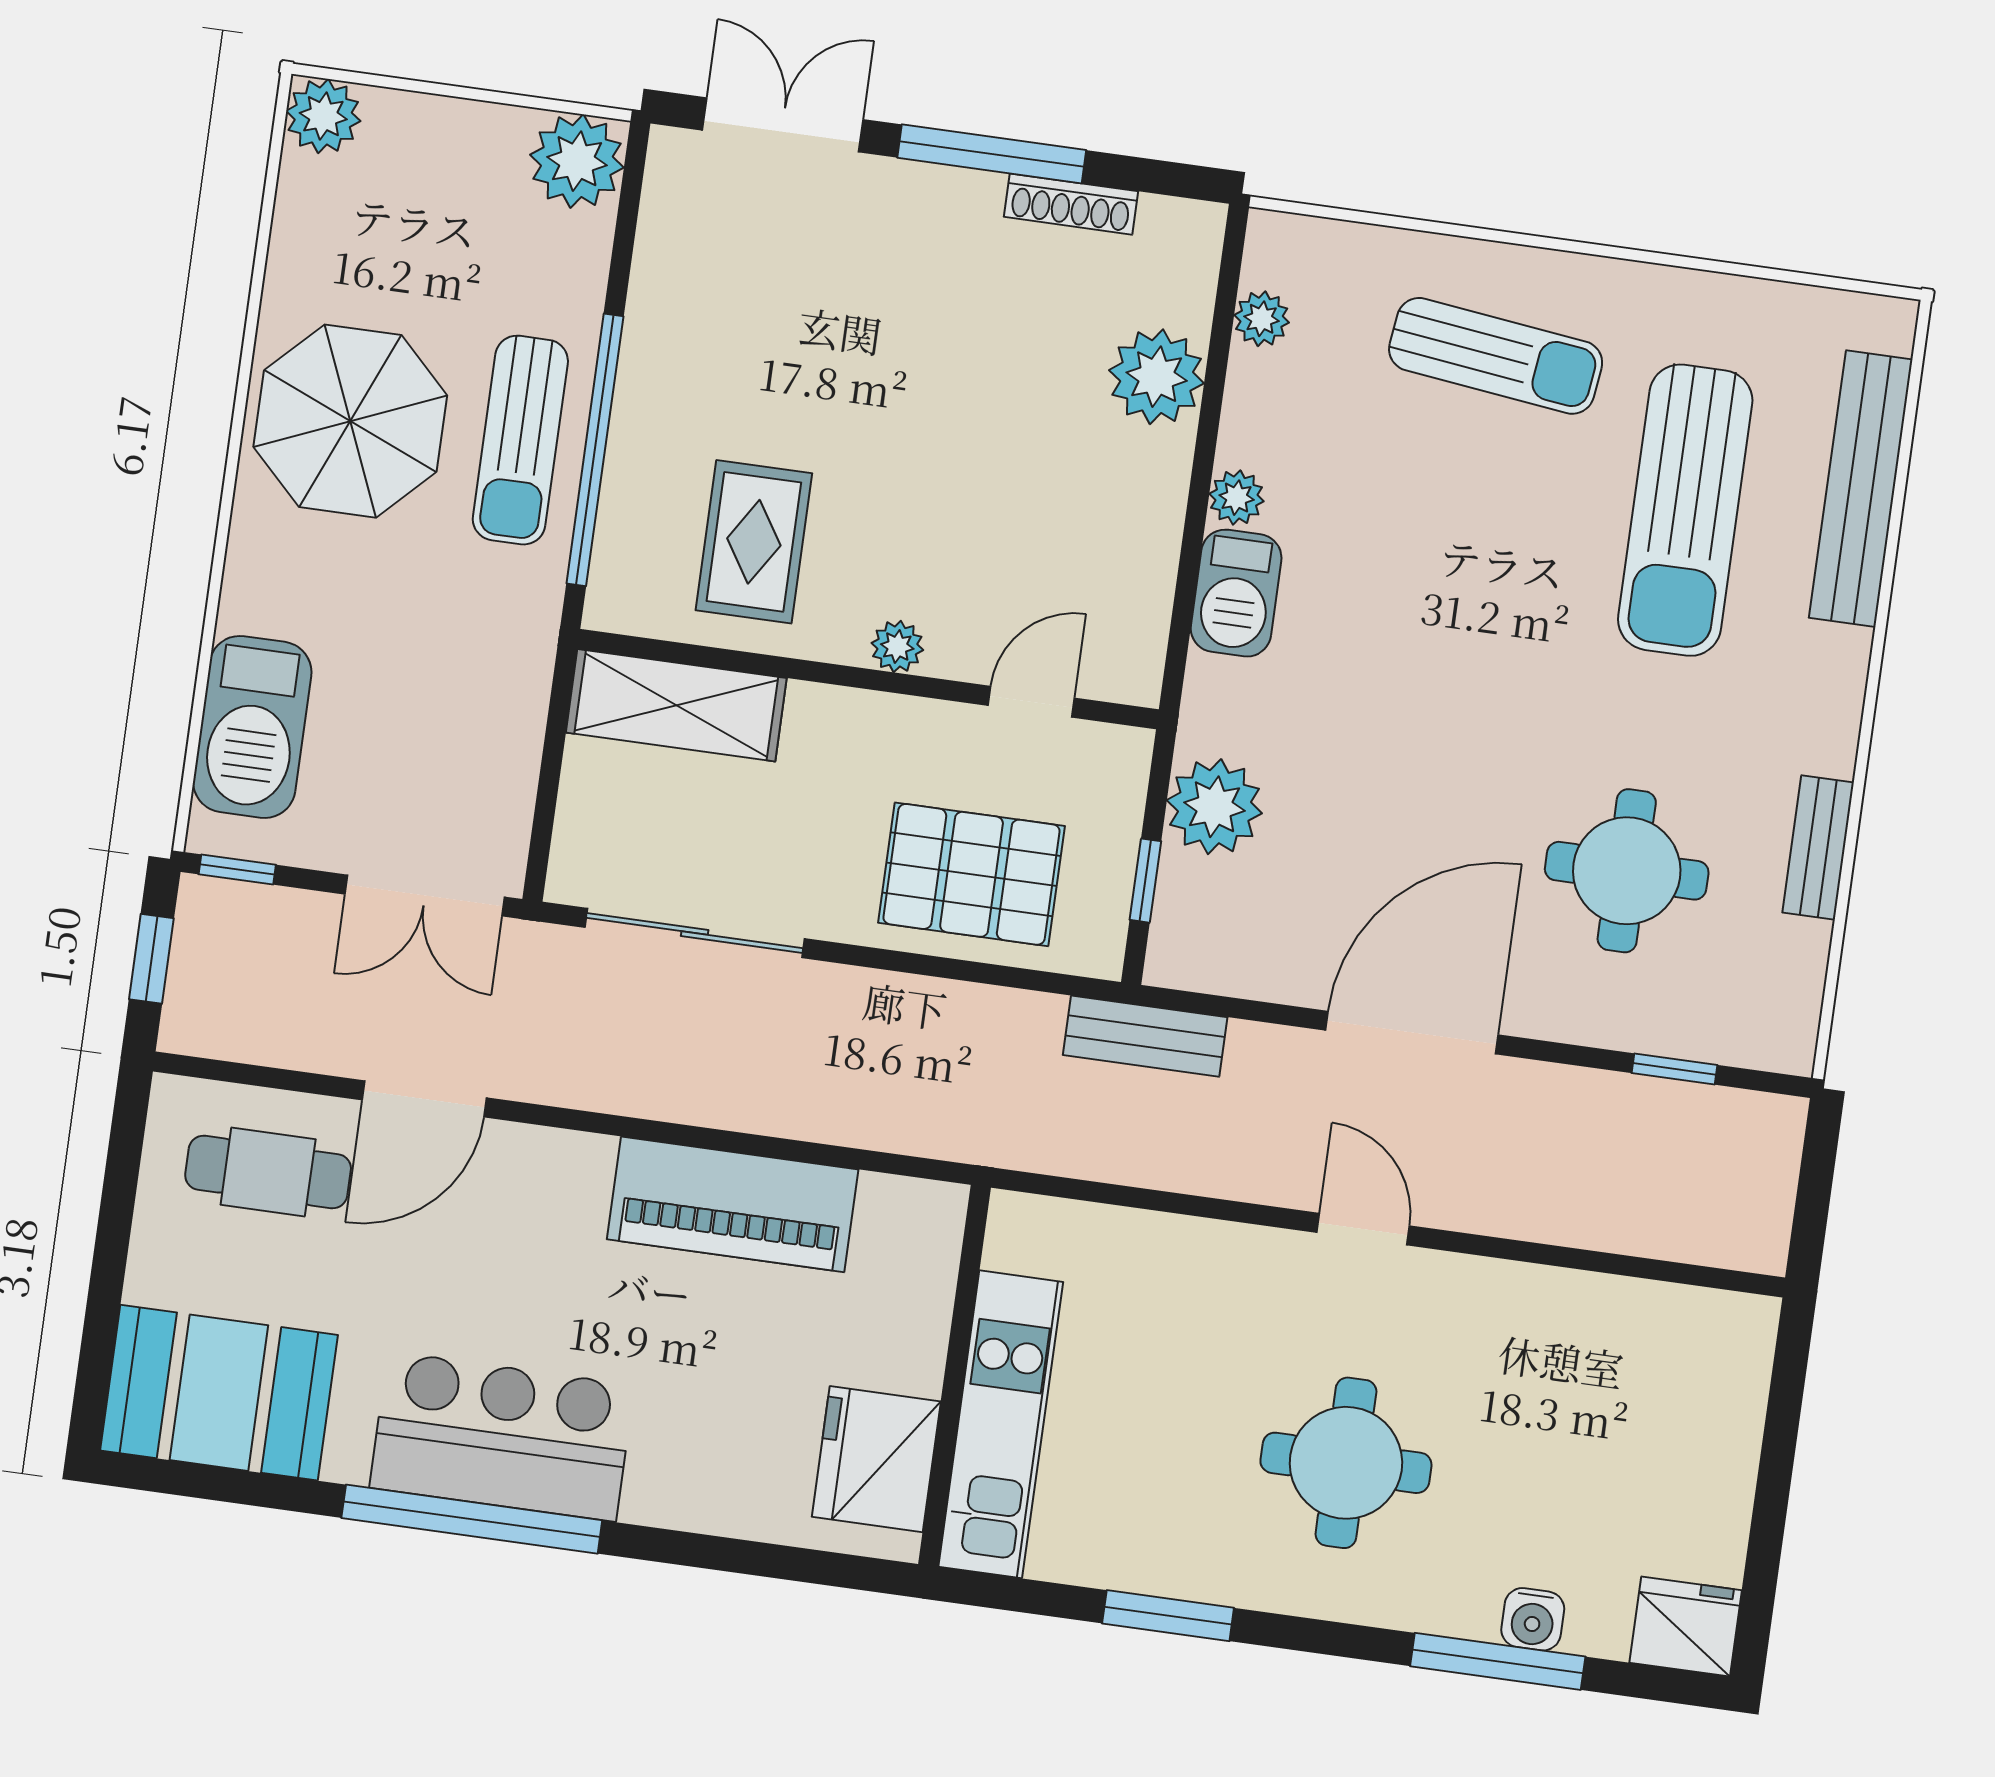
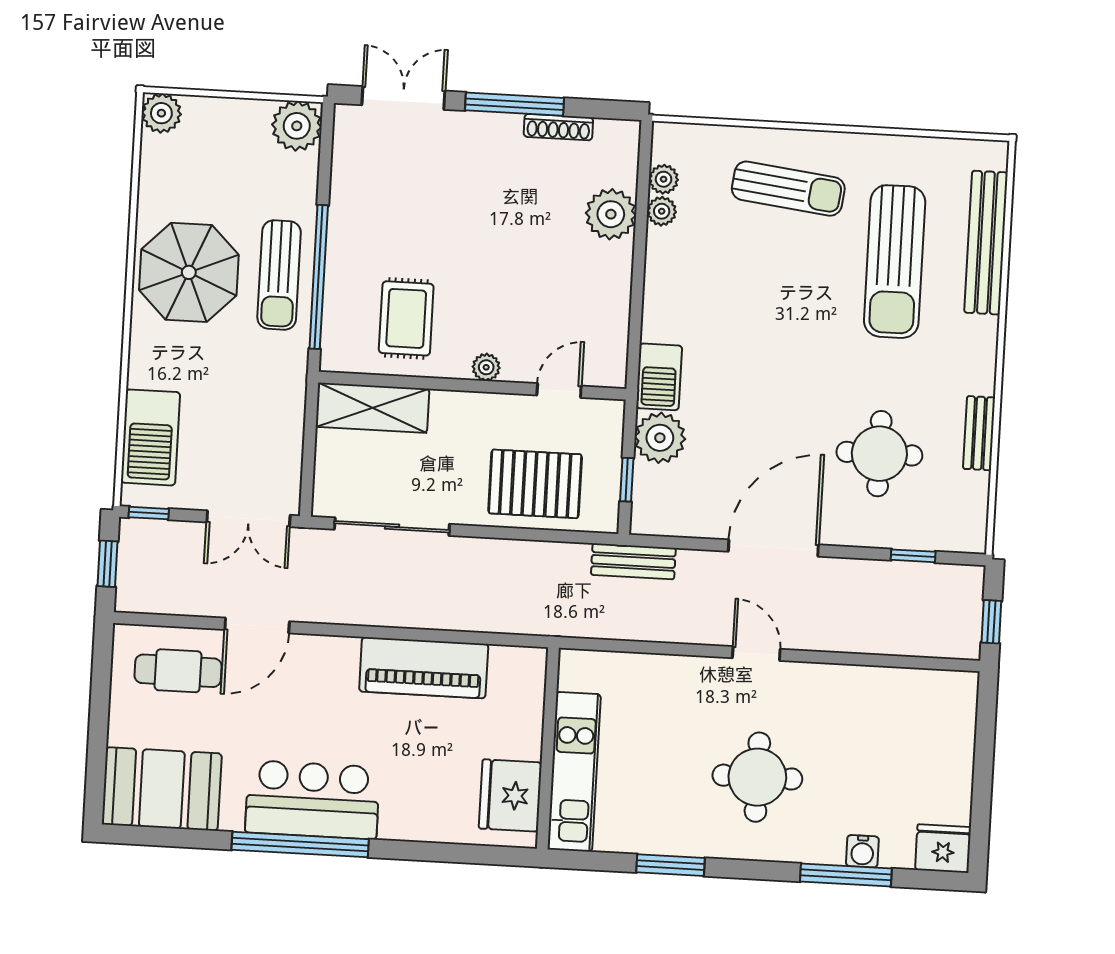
plant: (1237, 498) -> (662, 211), moved
barbecue: (1236, 593) -> (659, 377), moved
window: (1812, 1206) -> (991, 622), added

